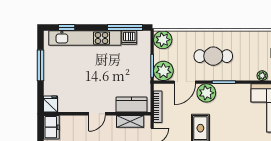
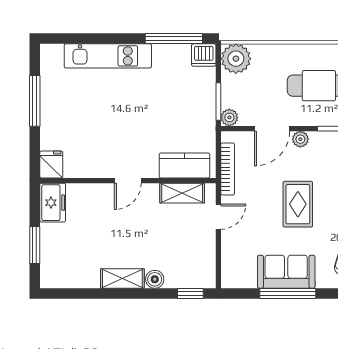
window: (67, 27) -> (78, 38), removed
dishwasher: (129, 37) -> (204, 55), moved
kitchen unit: (85, 38) -> (108, 56), width x0.73
plant: (163, 71) -> (229, 117), width x0.53, depth x0.53
plant: (206, 93) -> (300, 139), width x0.53, depth x0.53

